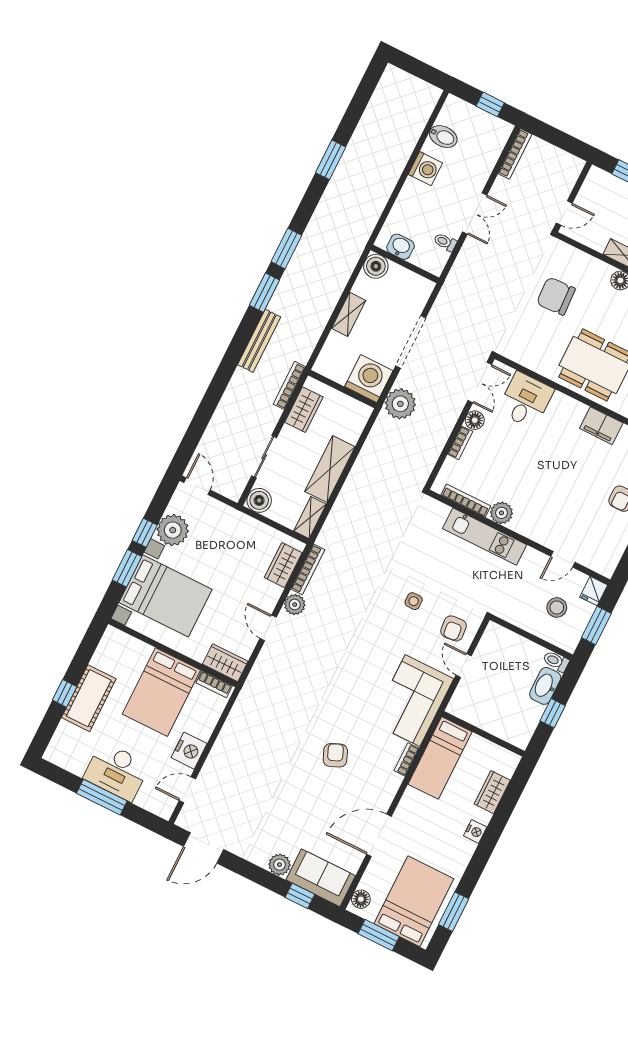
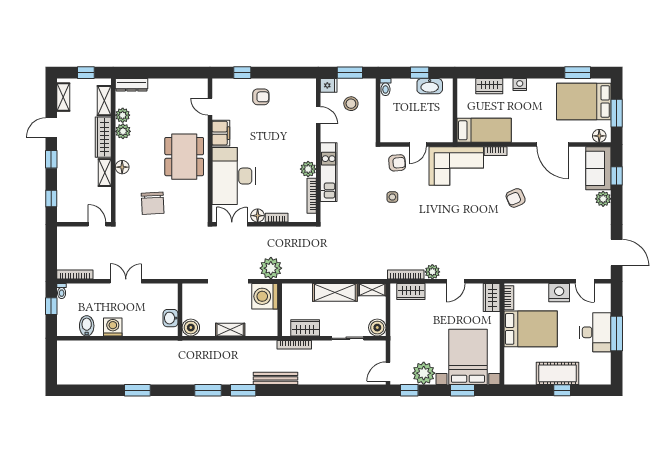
toilet: (445, 242) -> (62, 291), moved
desk: (526, 400) -> (234, 176), width x1.87, depth x1.30
window: (145, 533) -> (409, 390), moved
washbasin: (545, 686) -> (430, 86), moved

